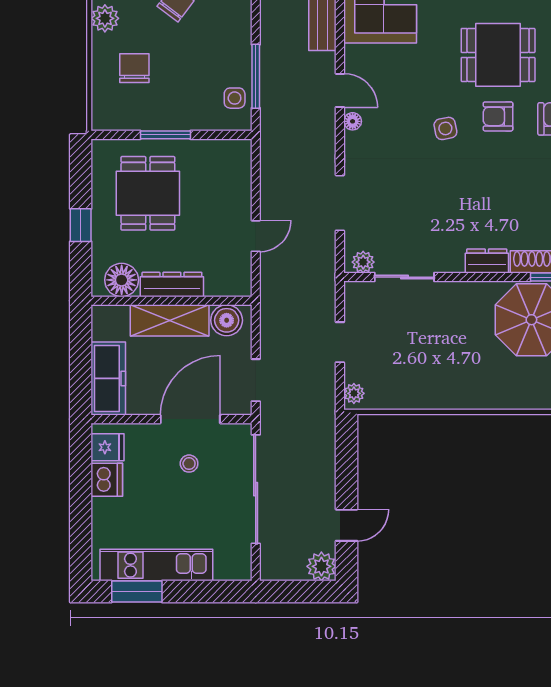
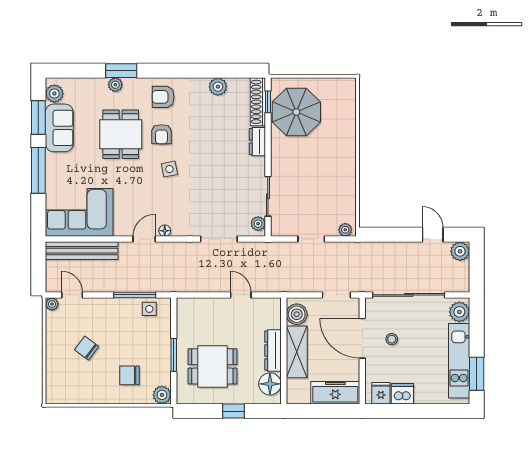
plant: (105, 18) -> (162, 395), moved
plant: (230, 566) -> (459, 312), added

